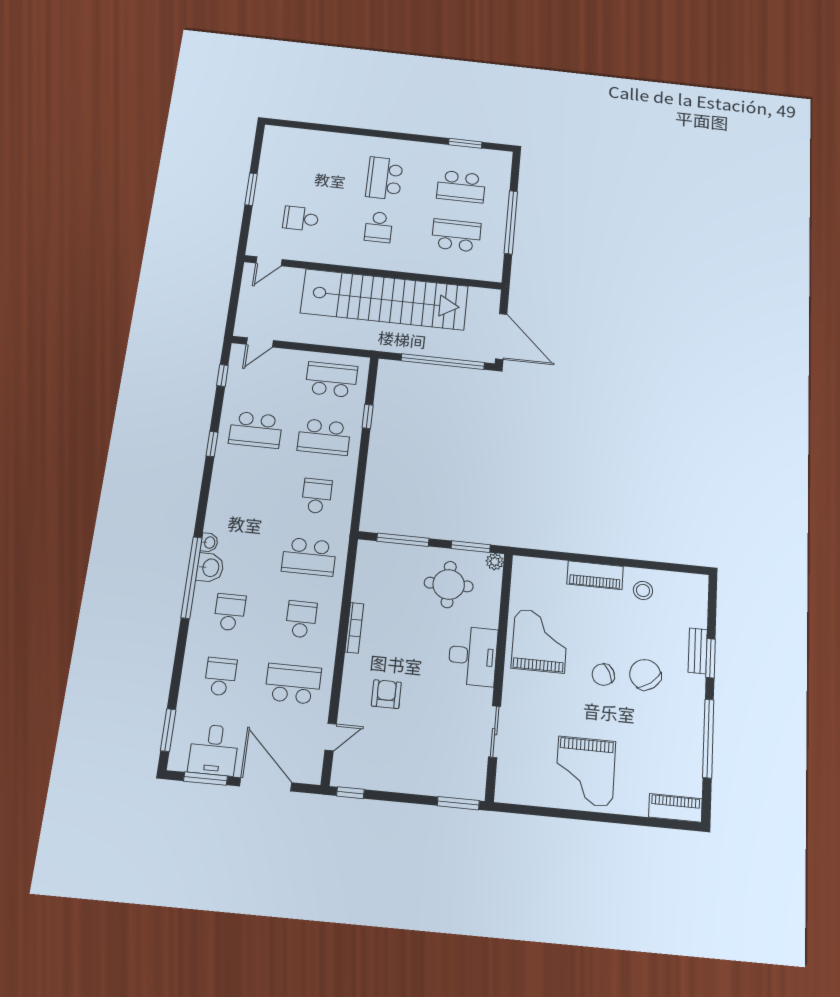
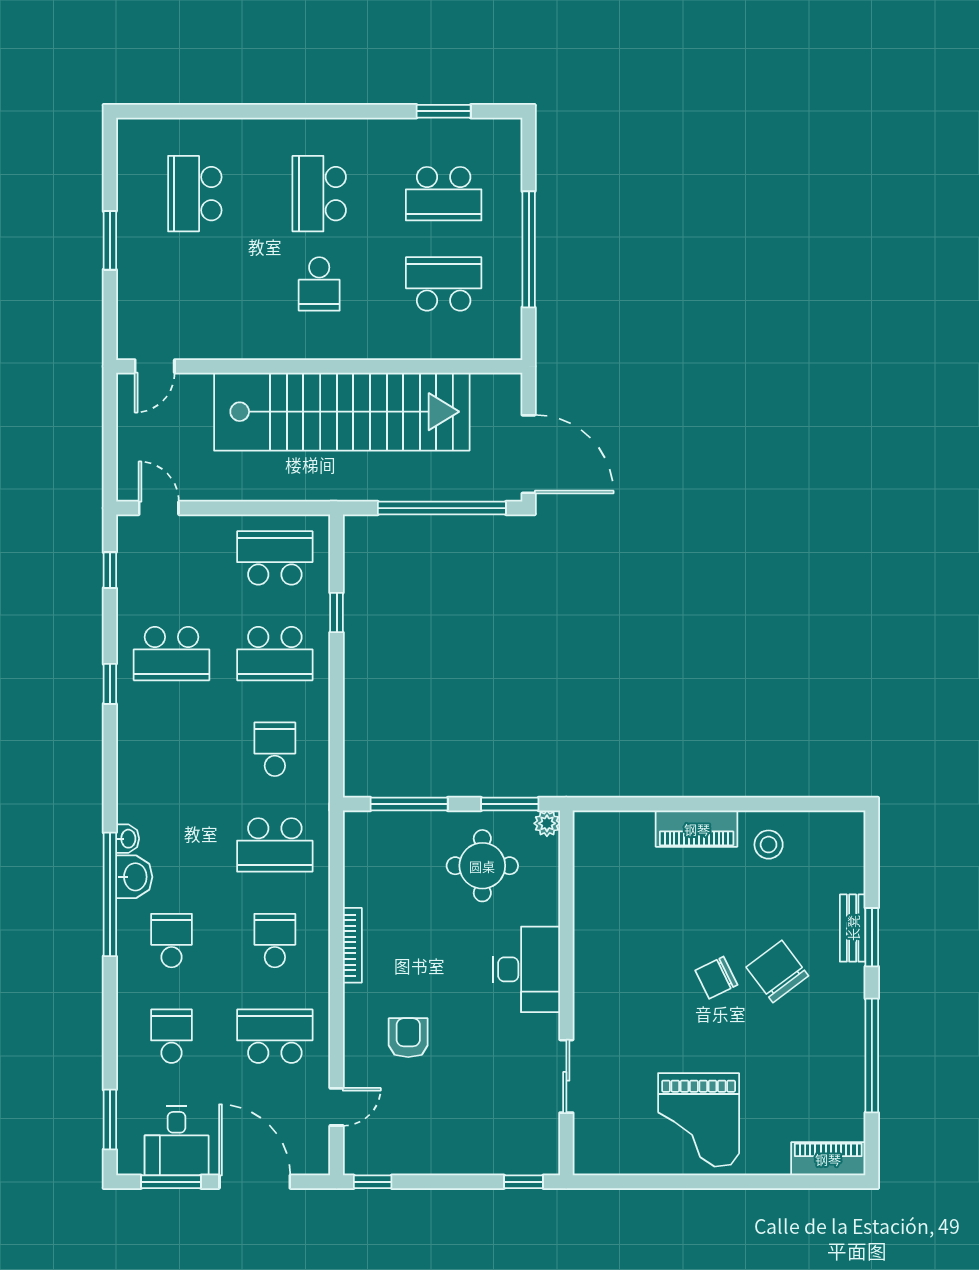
school desk: (301, 219) -> (195, 194), moved, width x1.85
door: (260, 342) -> (159, 508), swing flipped
grand piano: (540, 641) -> (621, 937), removed
window: (458, 803) -> (524, 1182), width x0.67

